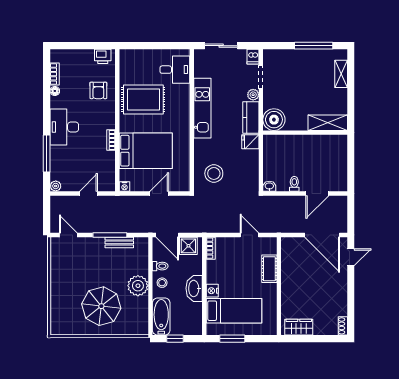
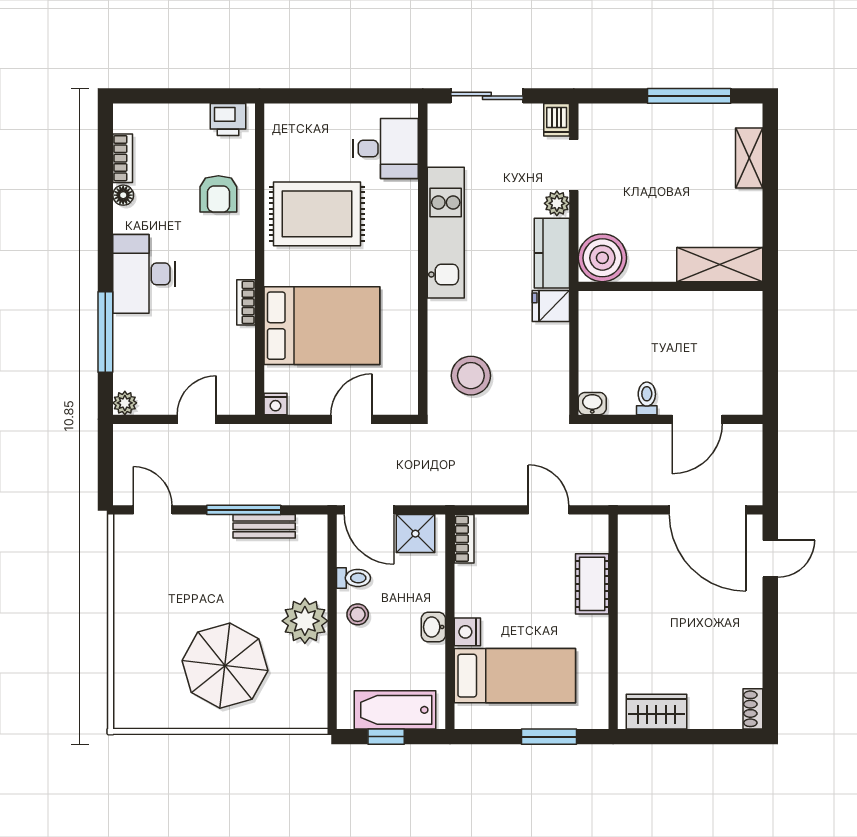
washbasin: (194, 288) -> (433, 627), width x0.52, depth x0.69
bathtub: (161, 317) -> (395, 710), moved, turned -90
window: (232, 339) -> (549, 737), moved

